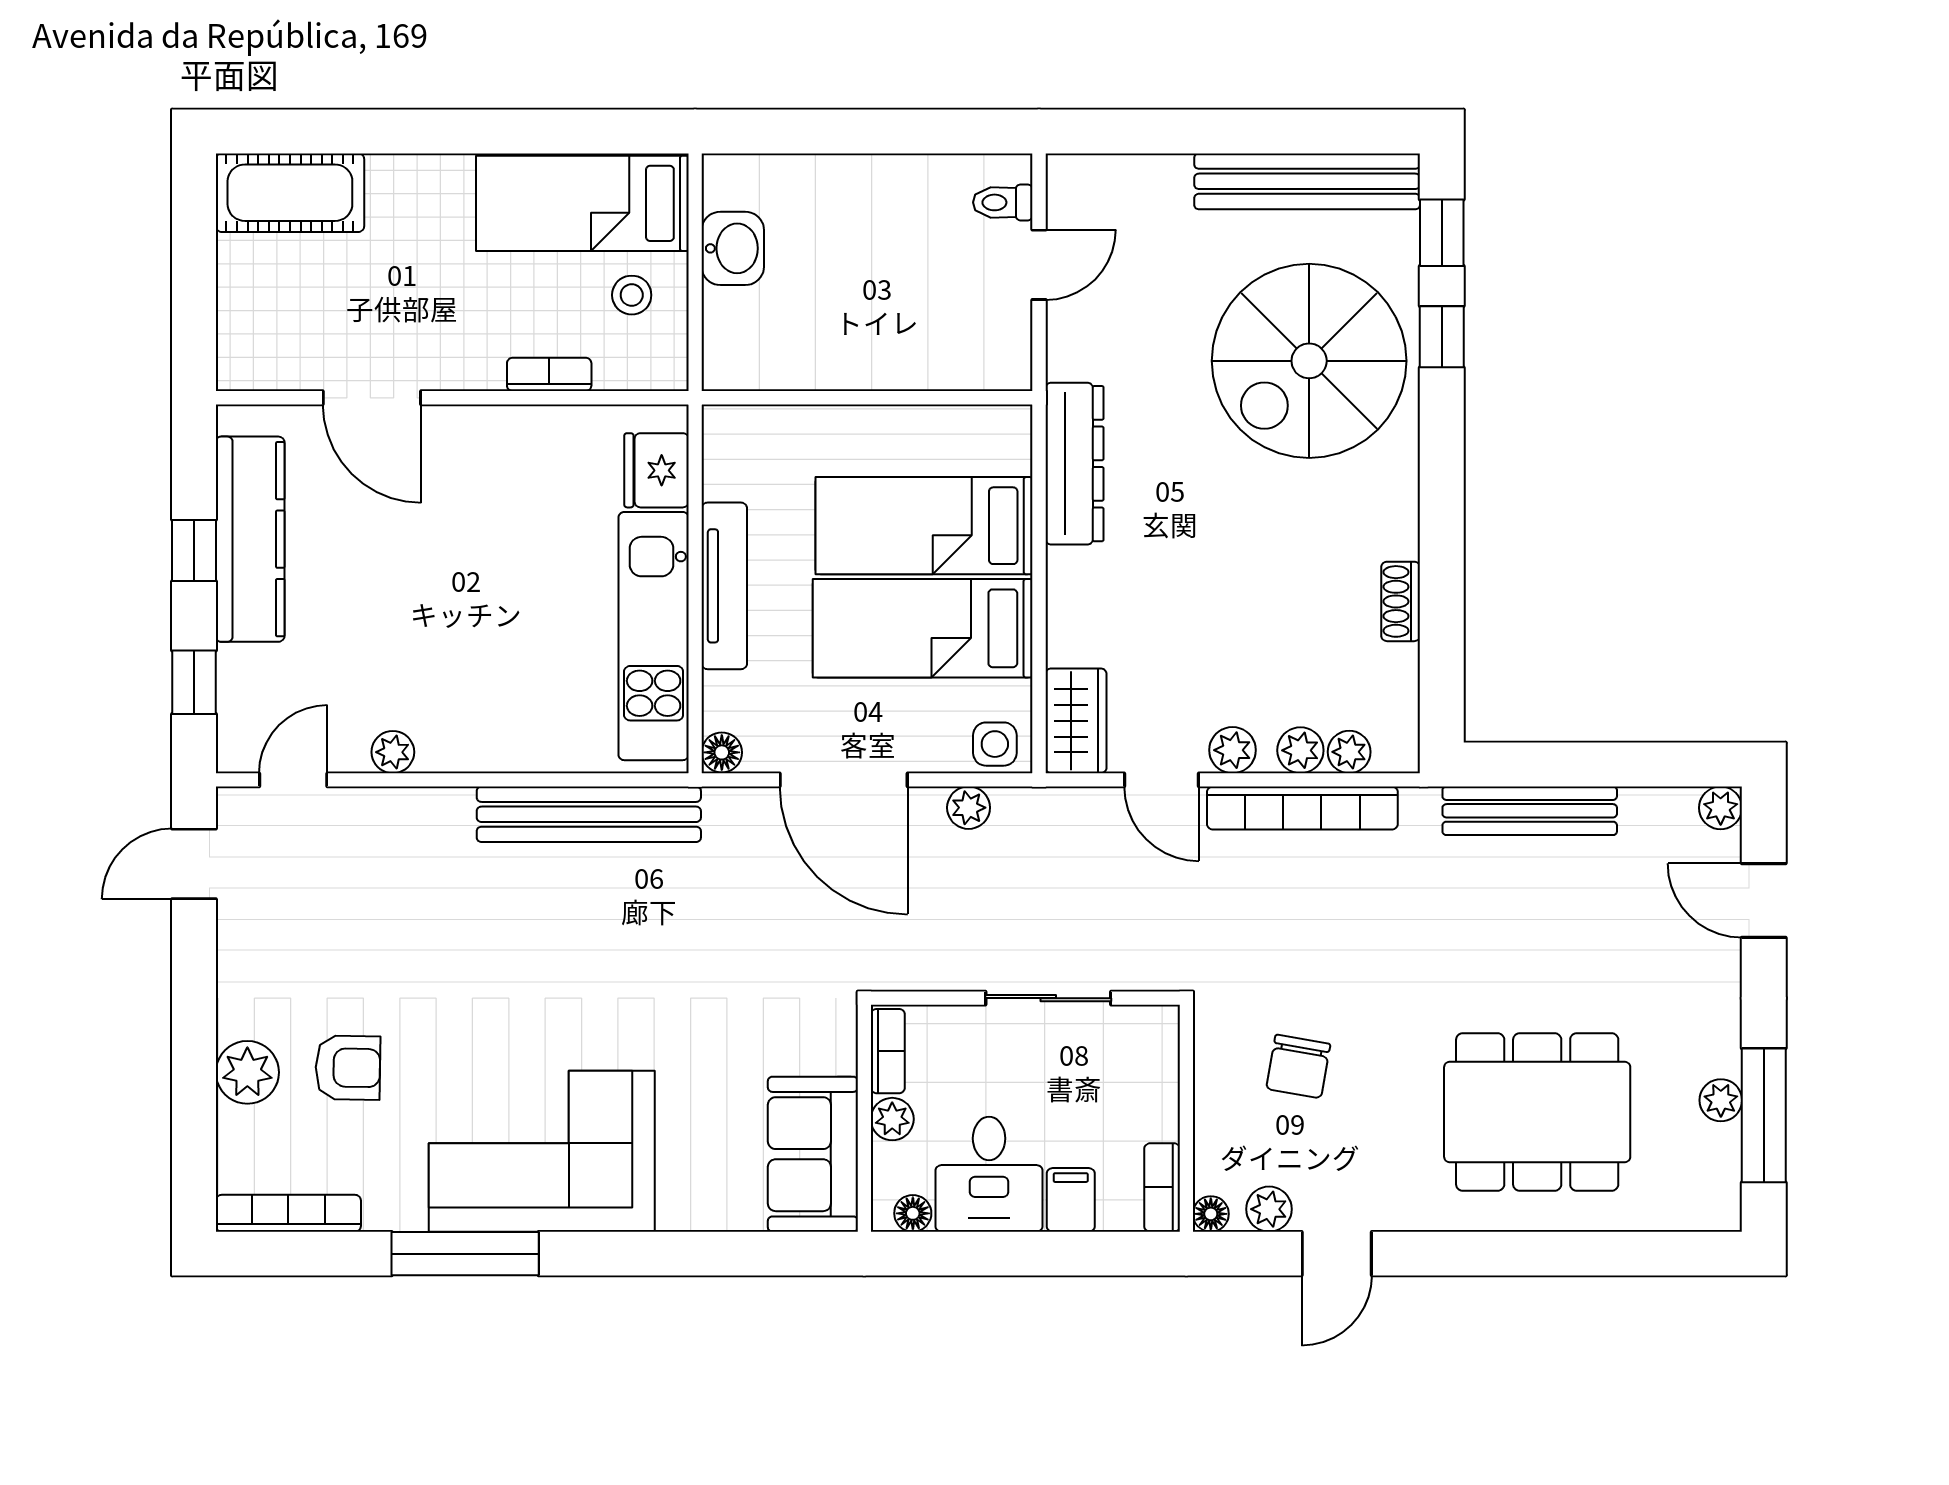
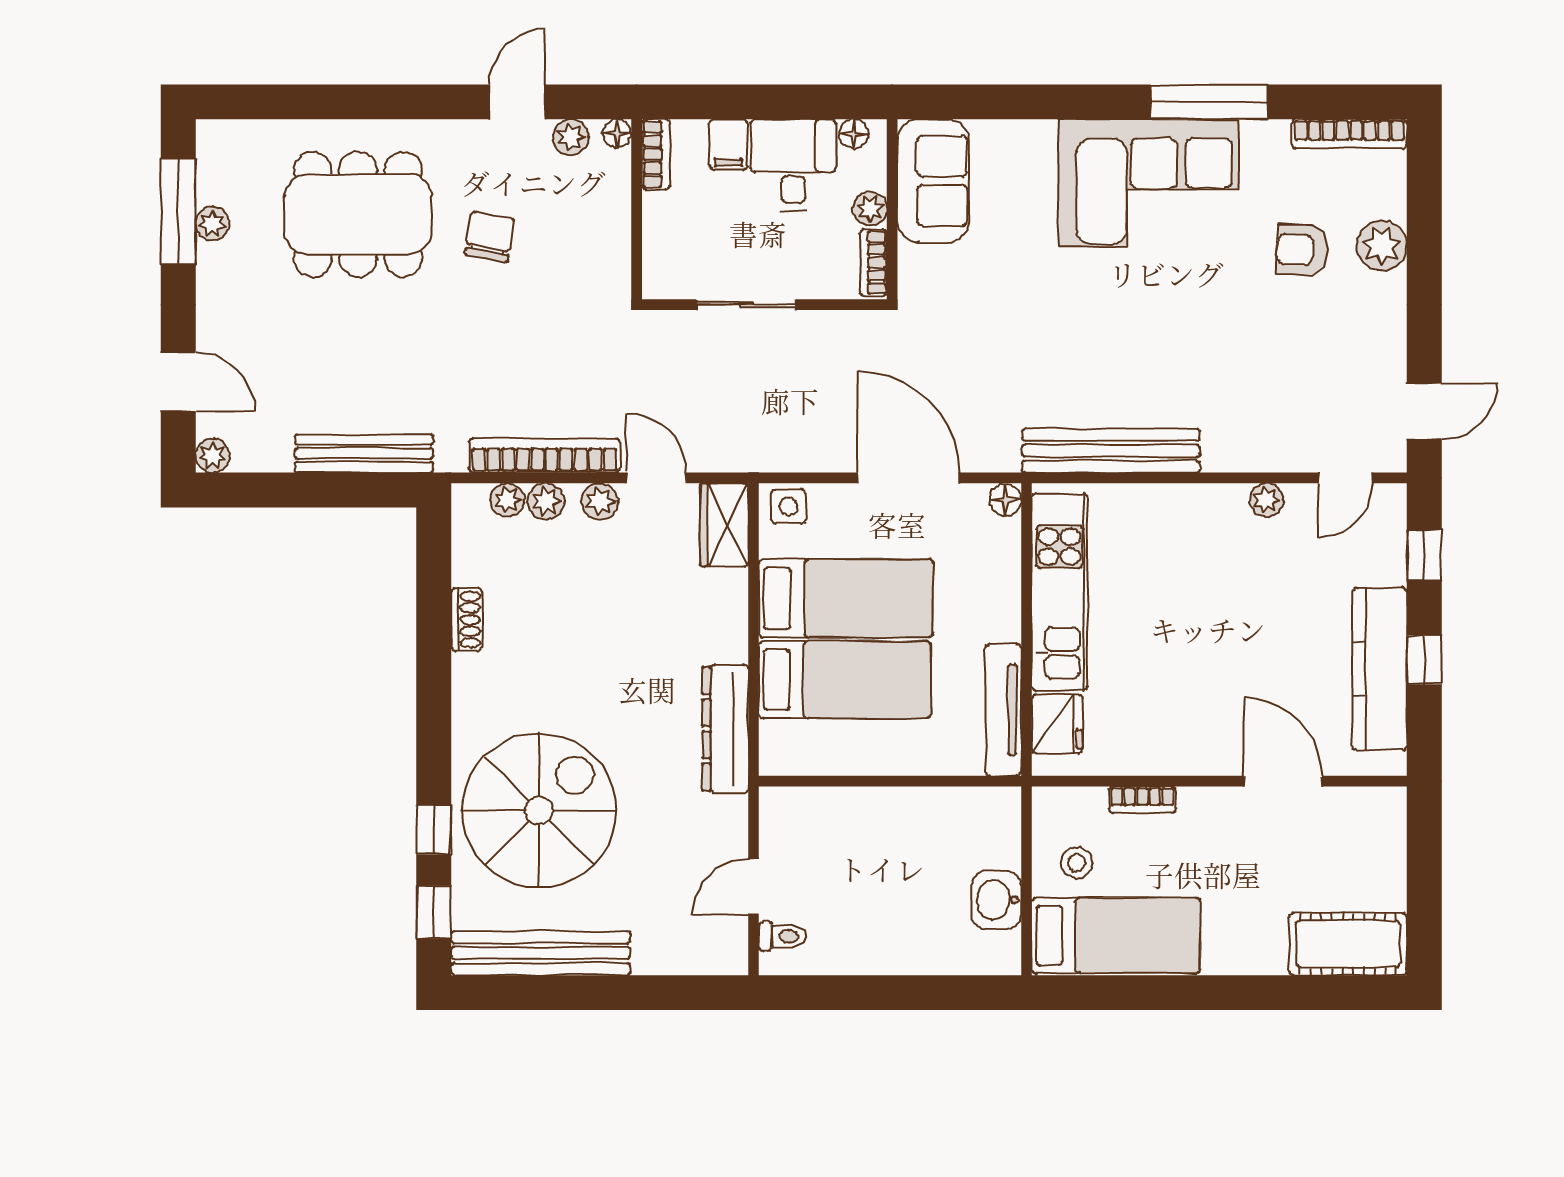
tv unit: (724, 586) -> (1003, 710), moved
plant: (969, 808) -> (809, 456), removed
chair: (1298, 1066) -> (490, 237), moved

